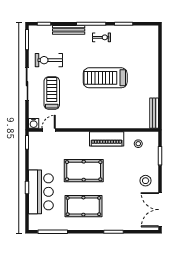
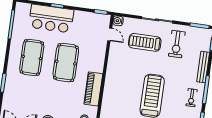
exercise bike: (49, 60) -> (177, 44), turned 180
treadmill: (52, 93) -> (145, 42), turned 180

